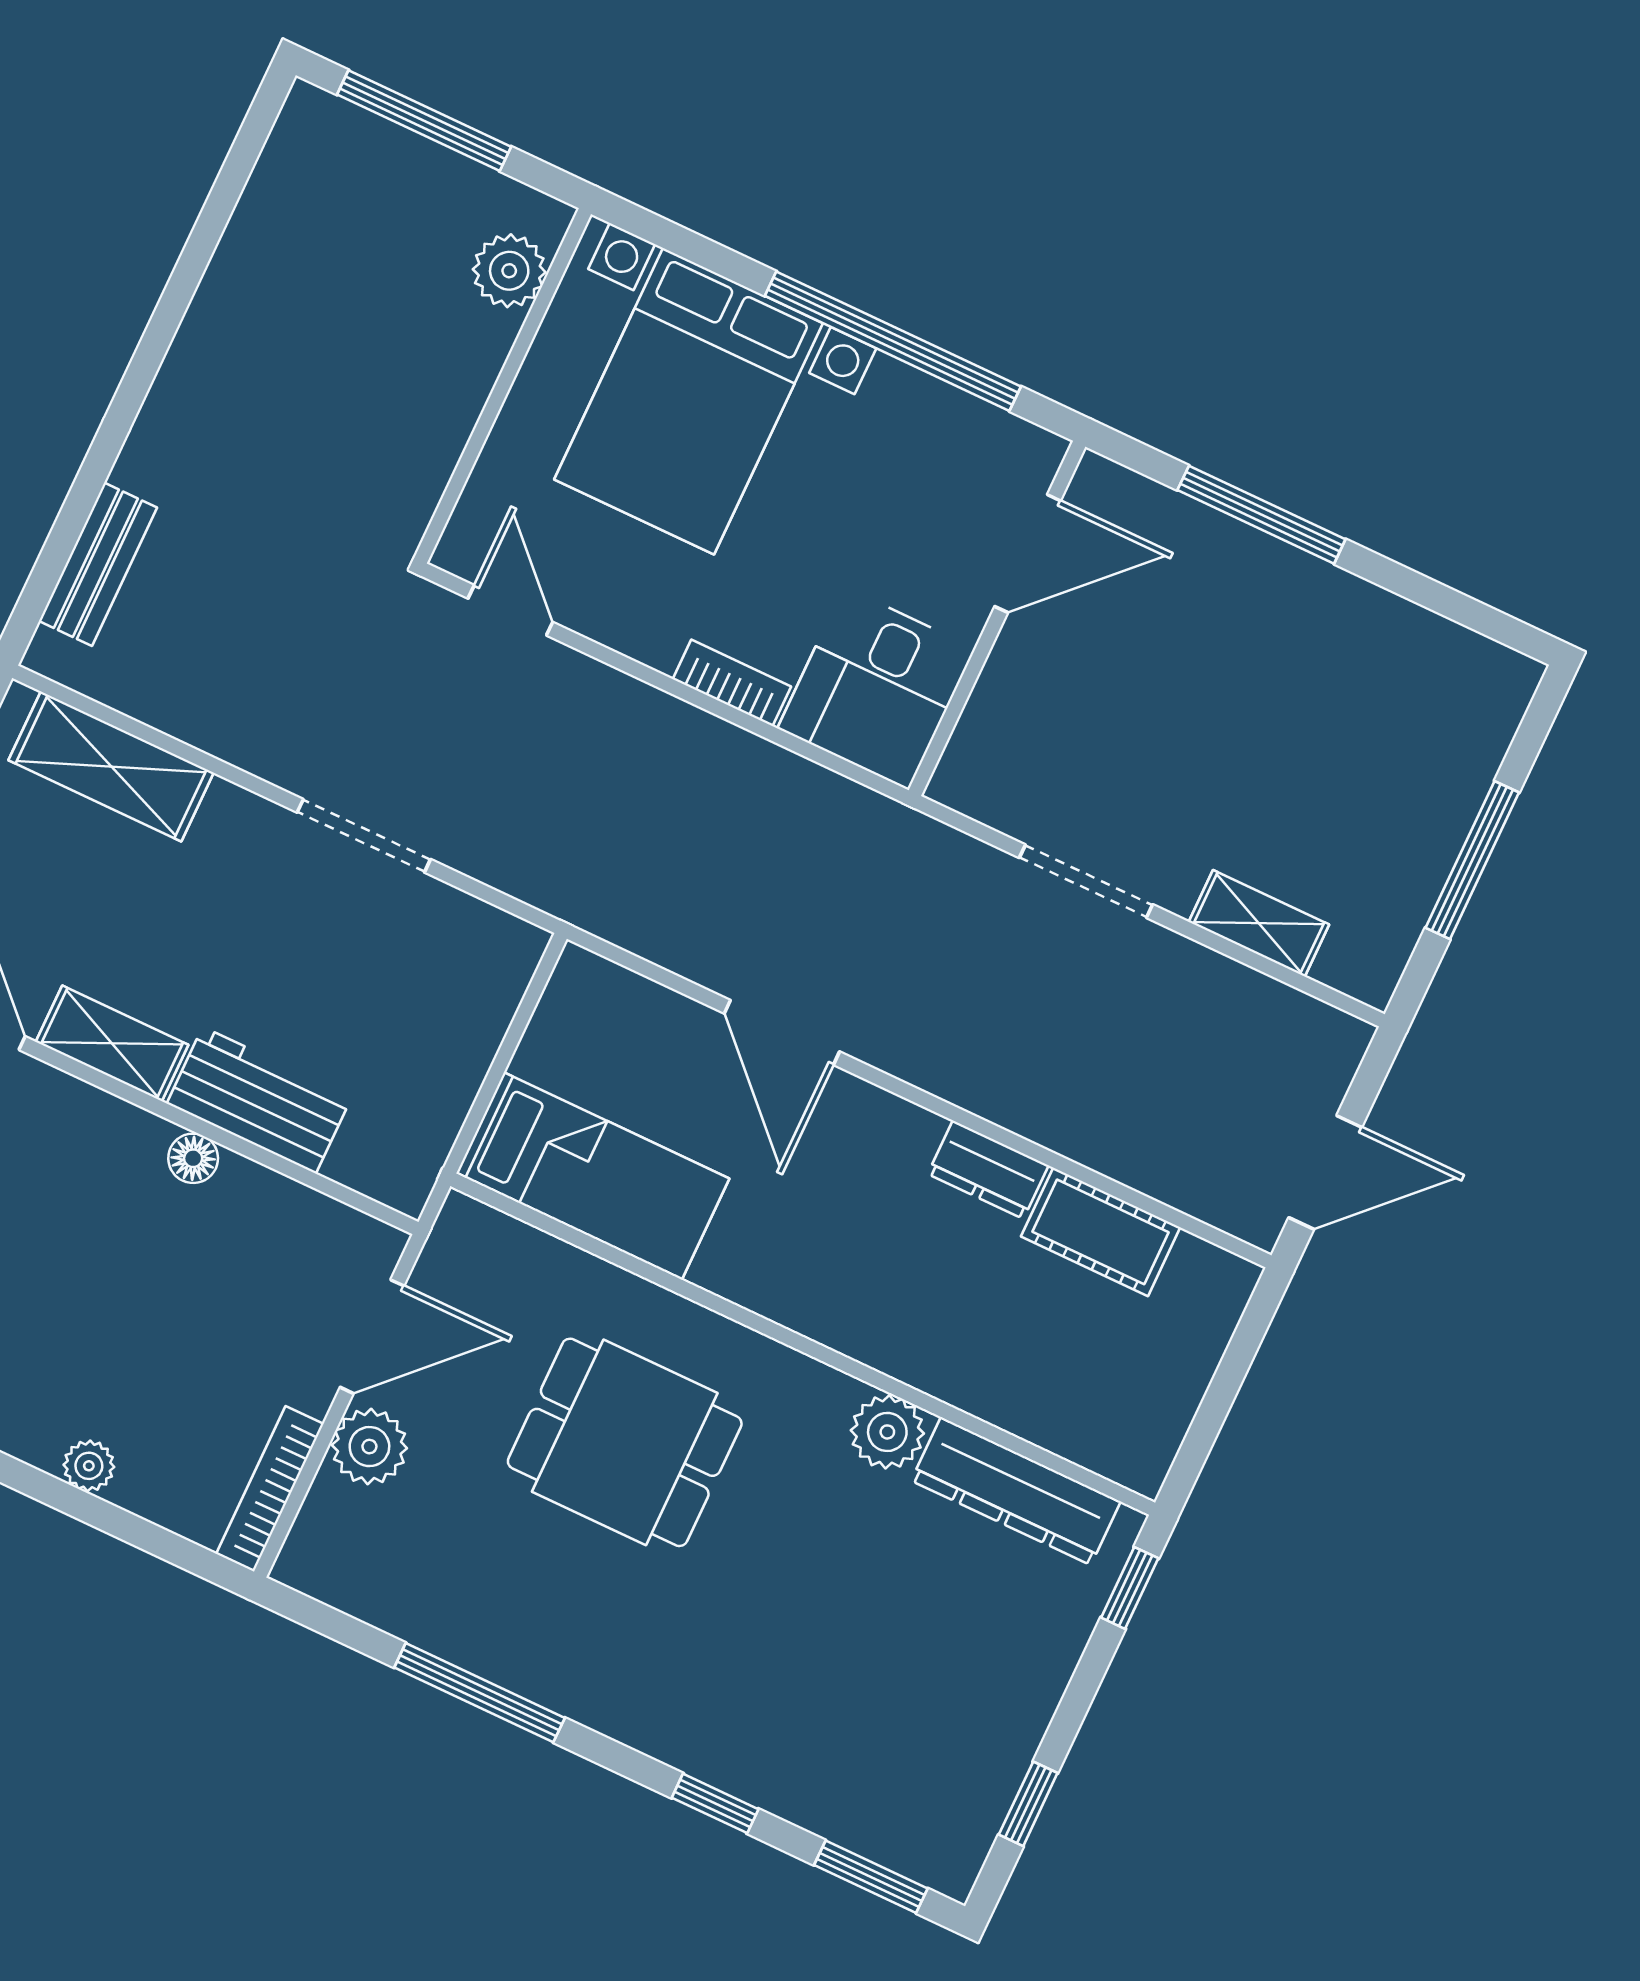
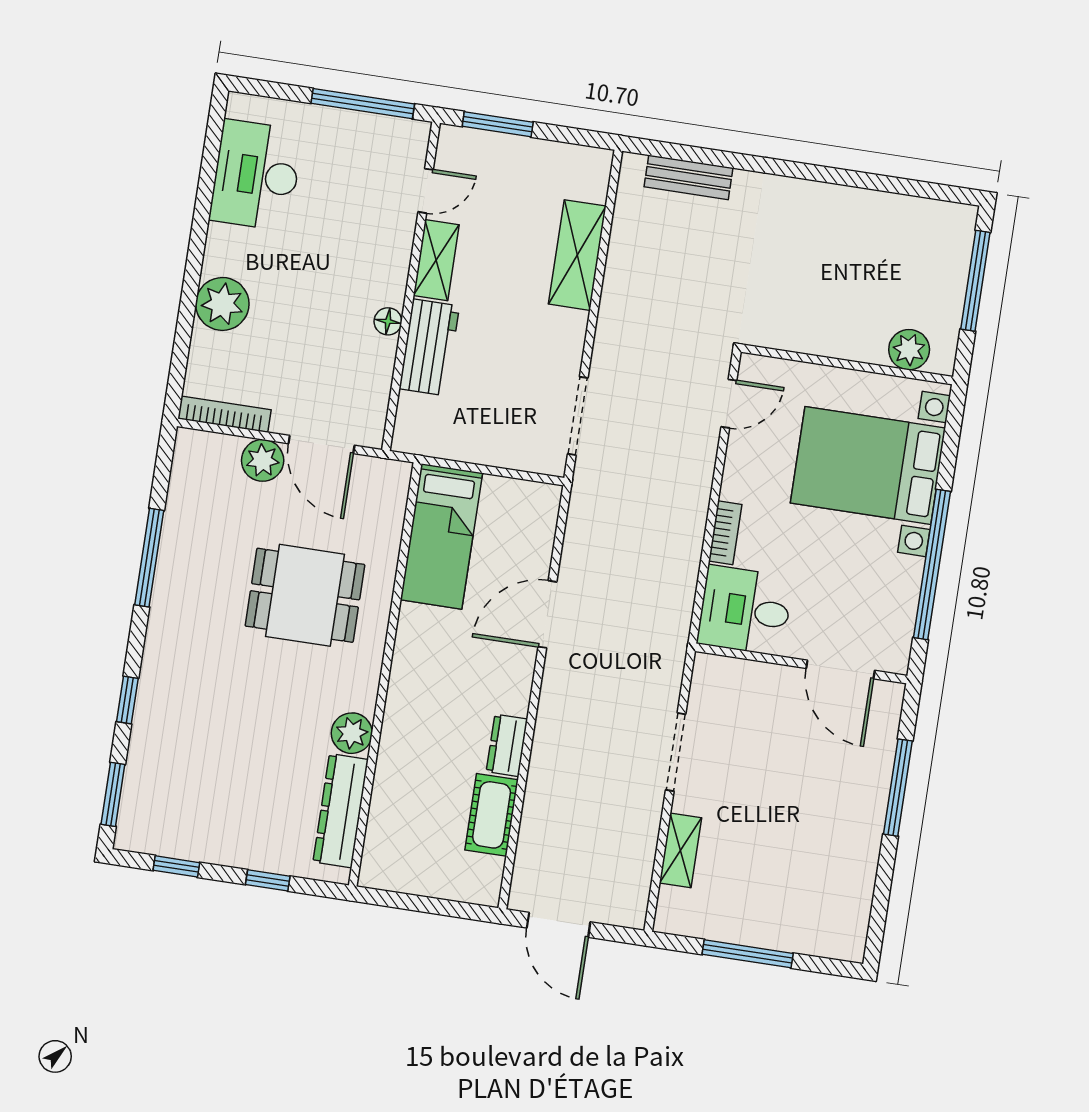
shelving: (111, 766) -> (577, 255), moved
doorway: (364, 836) -> (578, 416), moved
dining table: (625, 1442) -> (305, 595), turned 90
plant: (89, 1466) -> (222, 304), width x1.88, depth x1.88
window: (1130, 1588) -> (268, 880), moved

